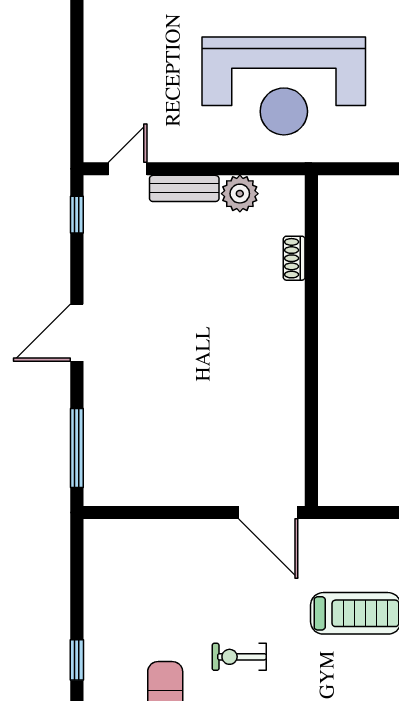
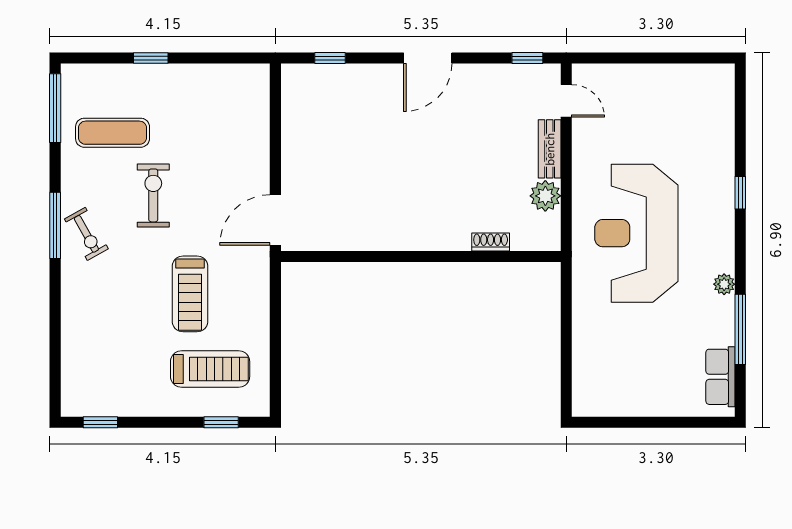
door: (77, 333) -> (428, 58), swing flipped
window: (77, 448) -> (330, 58), width x0.46
exercise bike: (239, 657) -> (153, 195), width x1.38, depth x1.39

